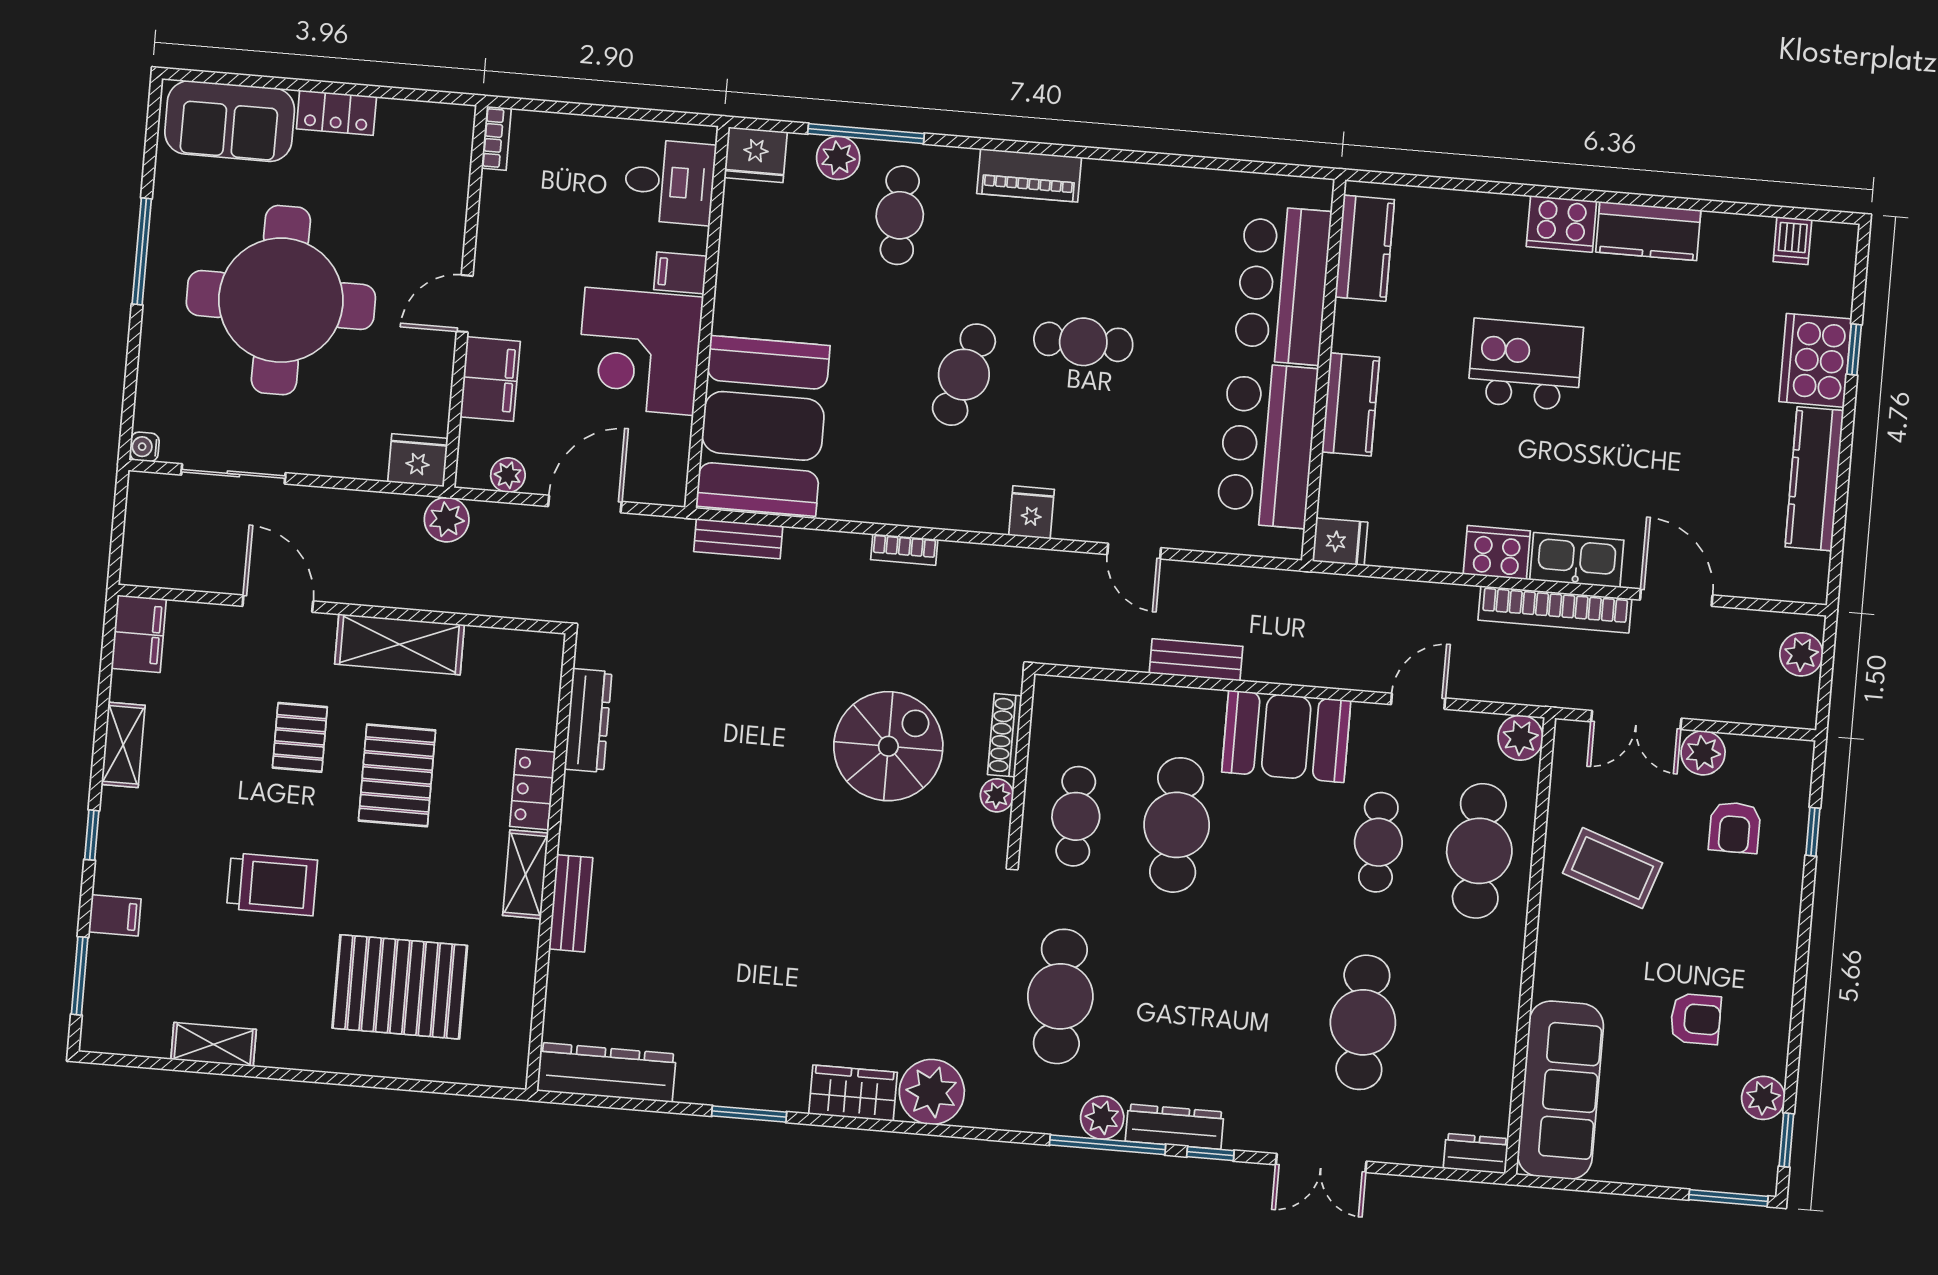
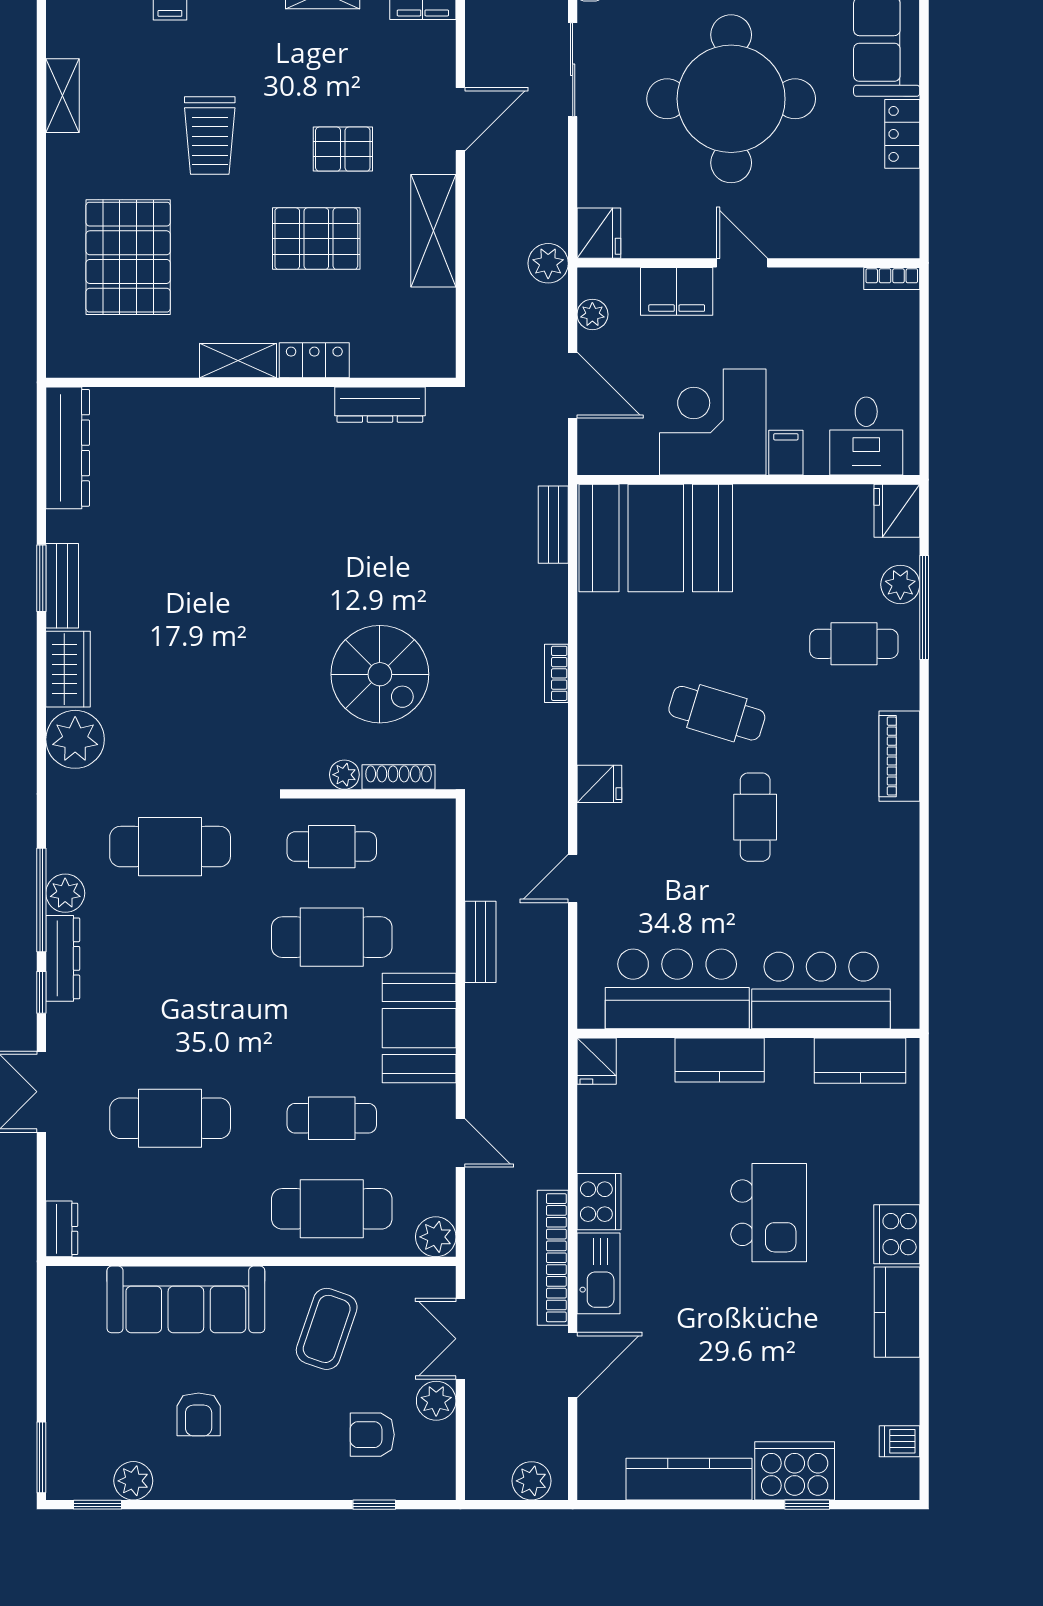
bench: (571, 903) -> (62, 586), moved, turned 90
sofa: (1560, 1090) -> (186, 1299), moved

